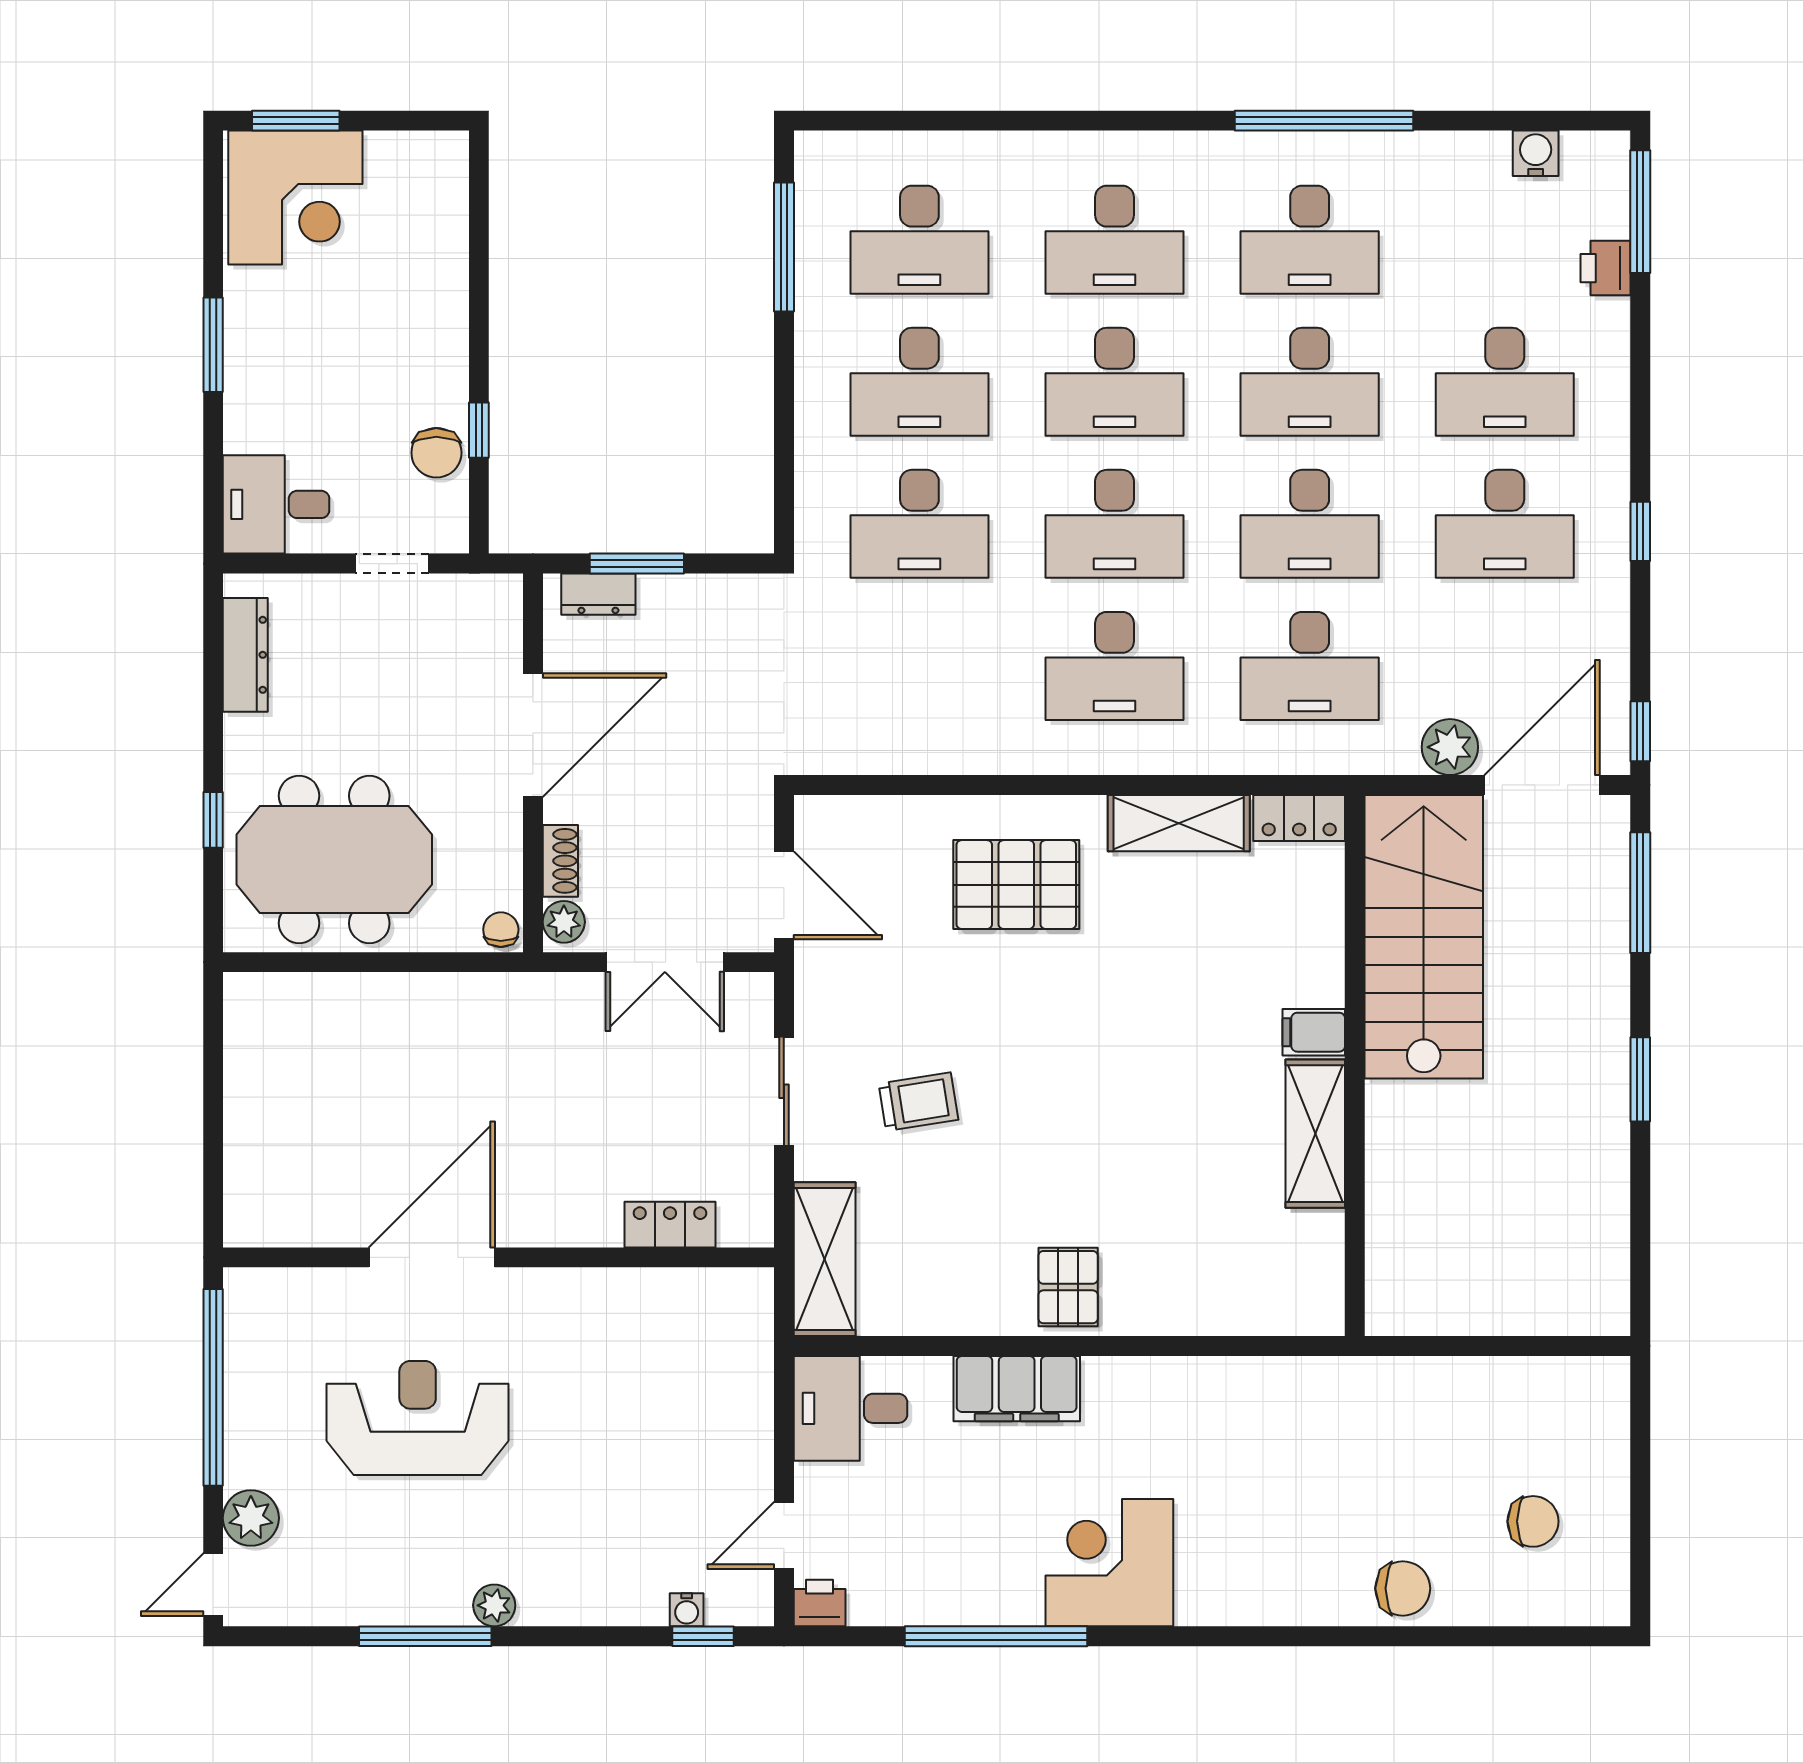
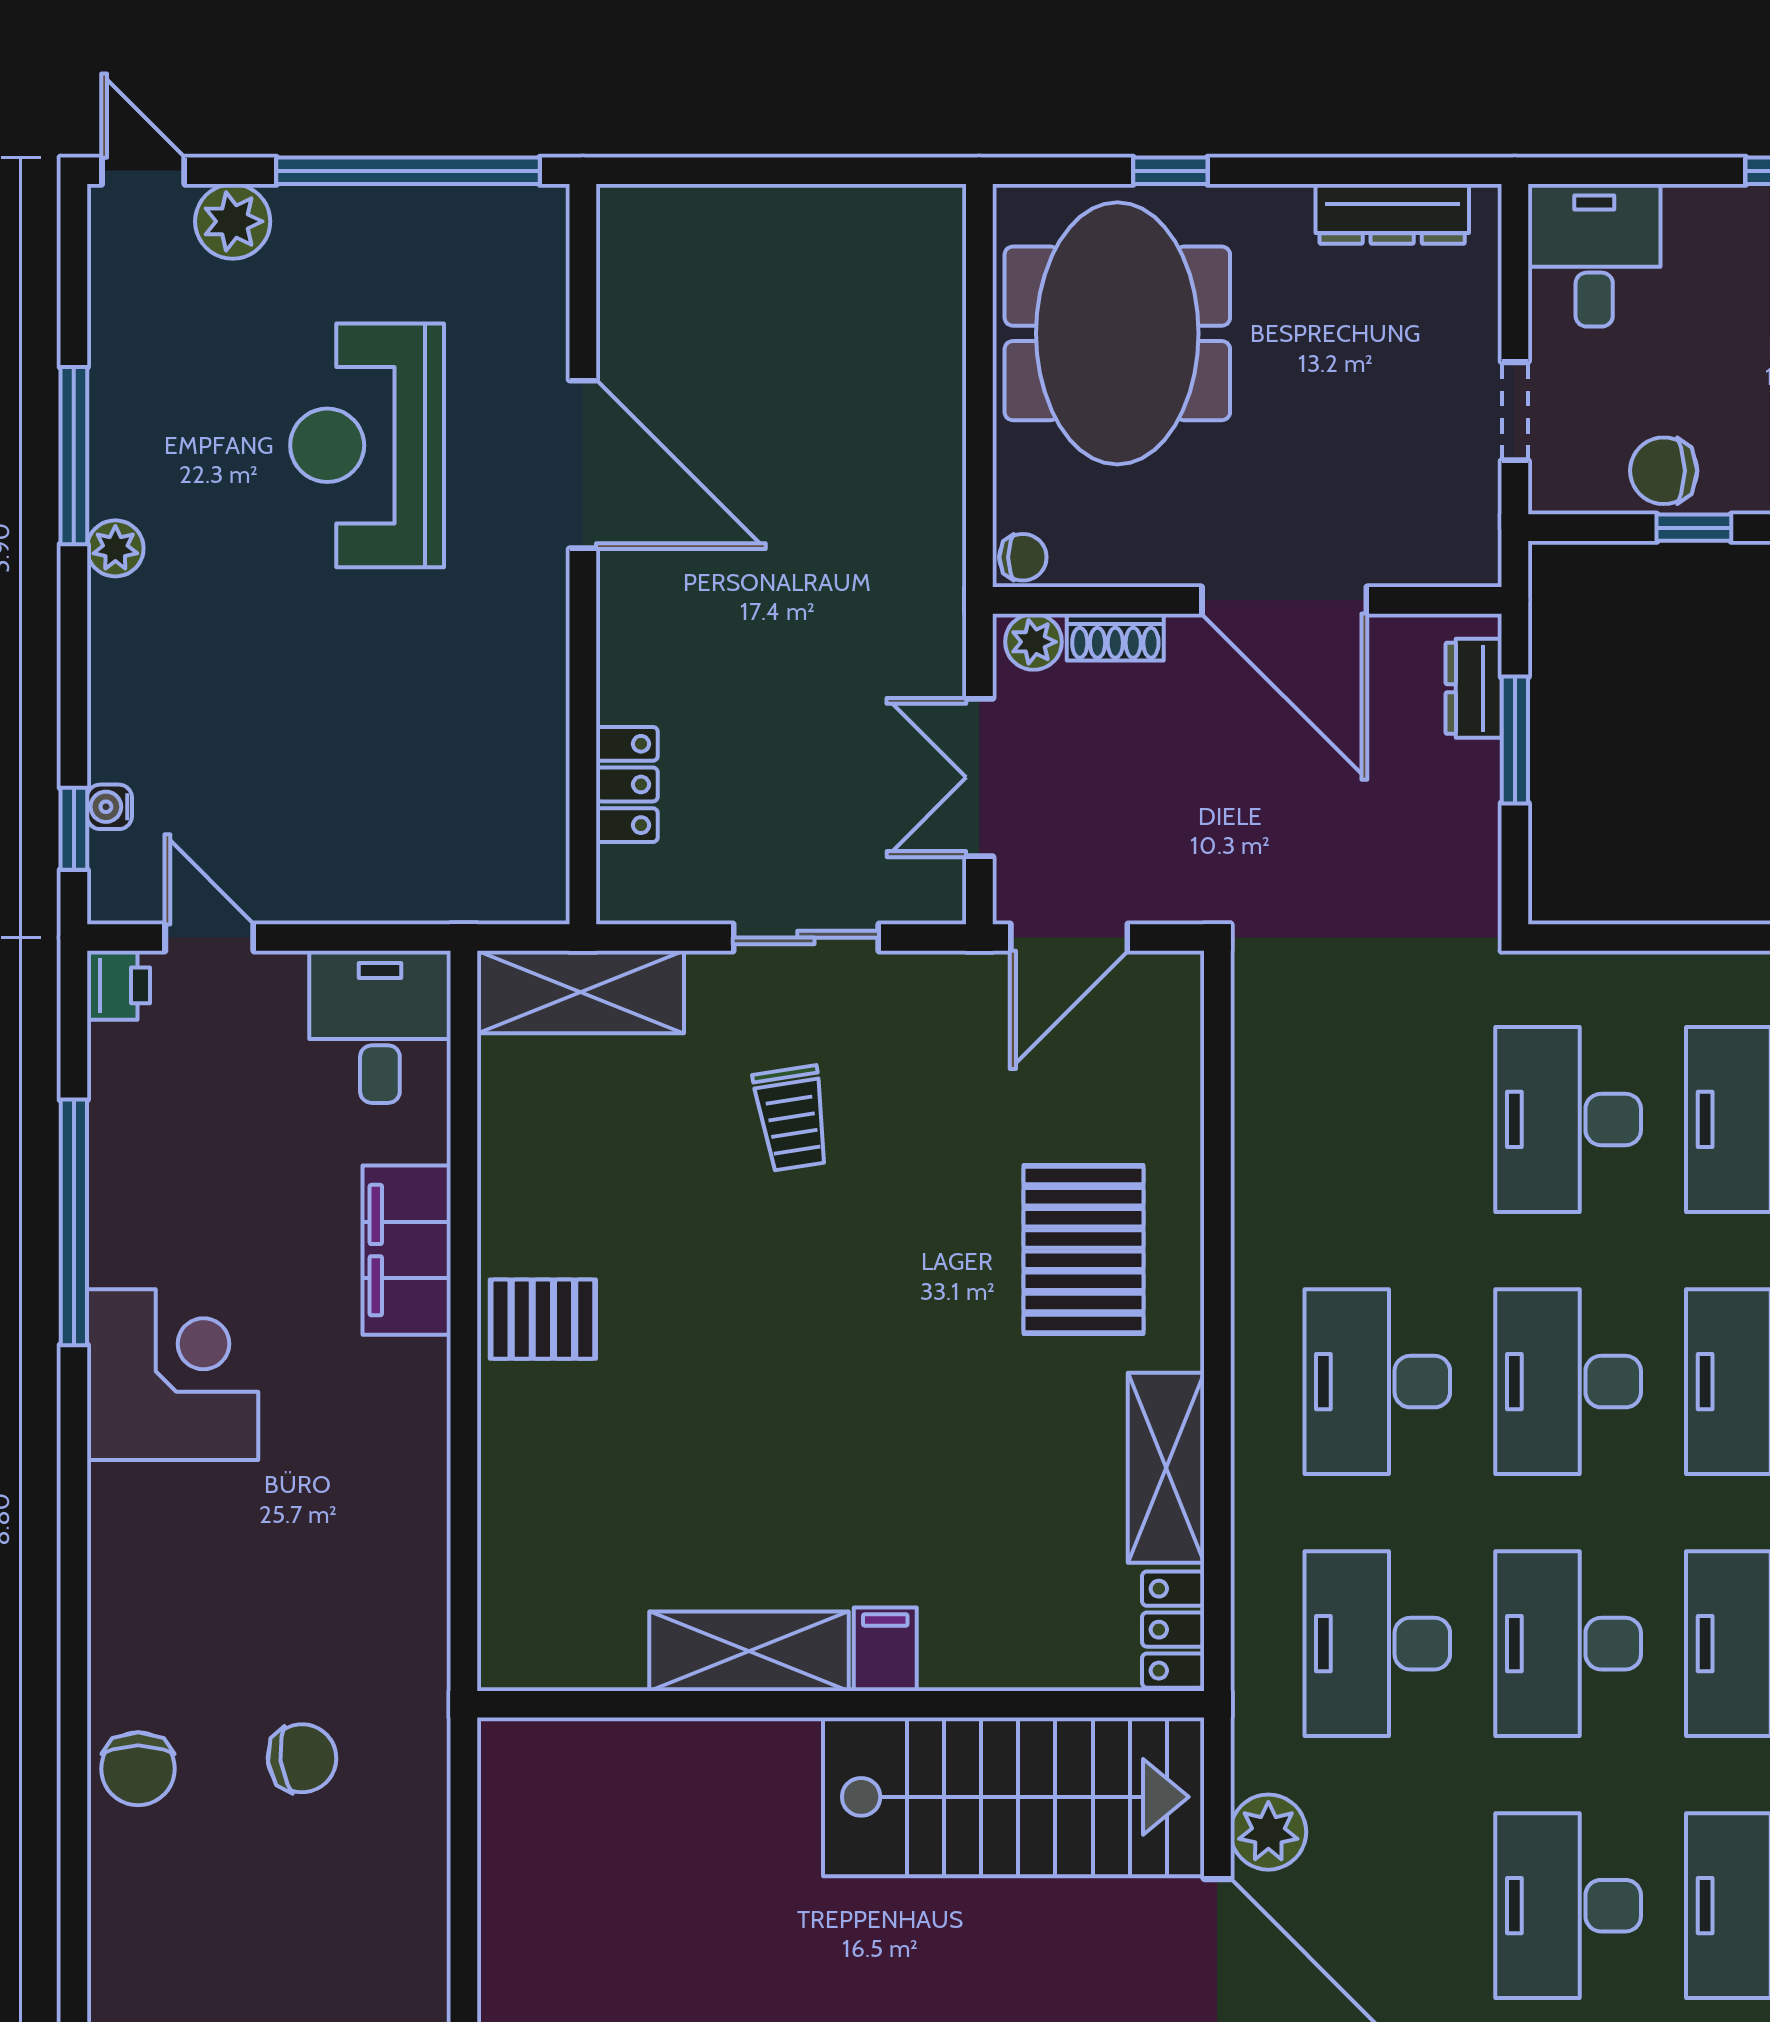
reception desk: (418, 1418) -> (367, 445), turned 180
chair: (1533, 1521) -> (302, 1758), moved, turned -97

